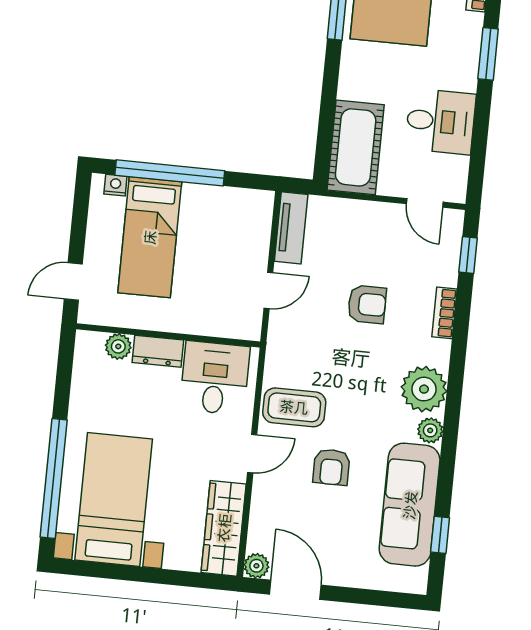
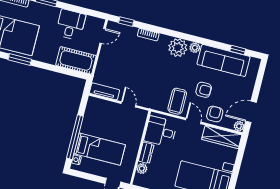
armchair: (367, 304) -> (215, 114), moved

